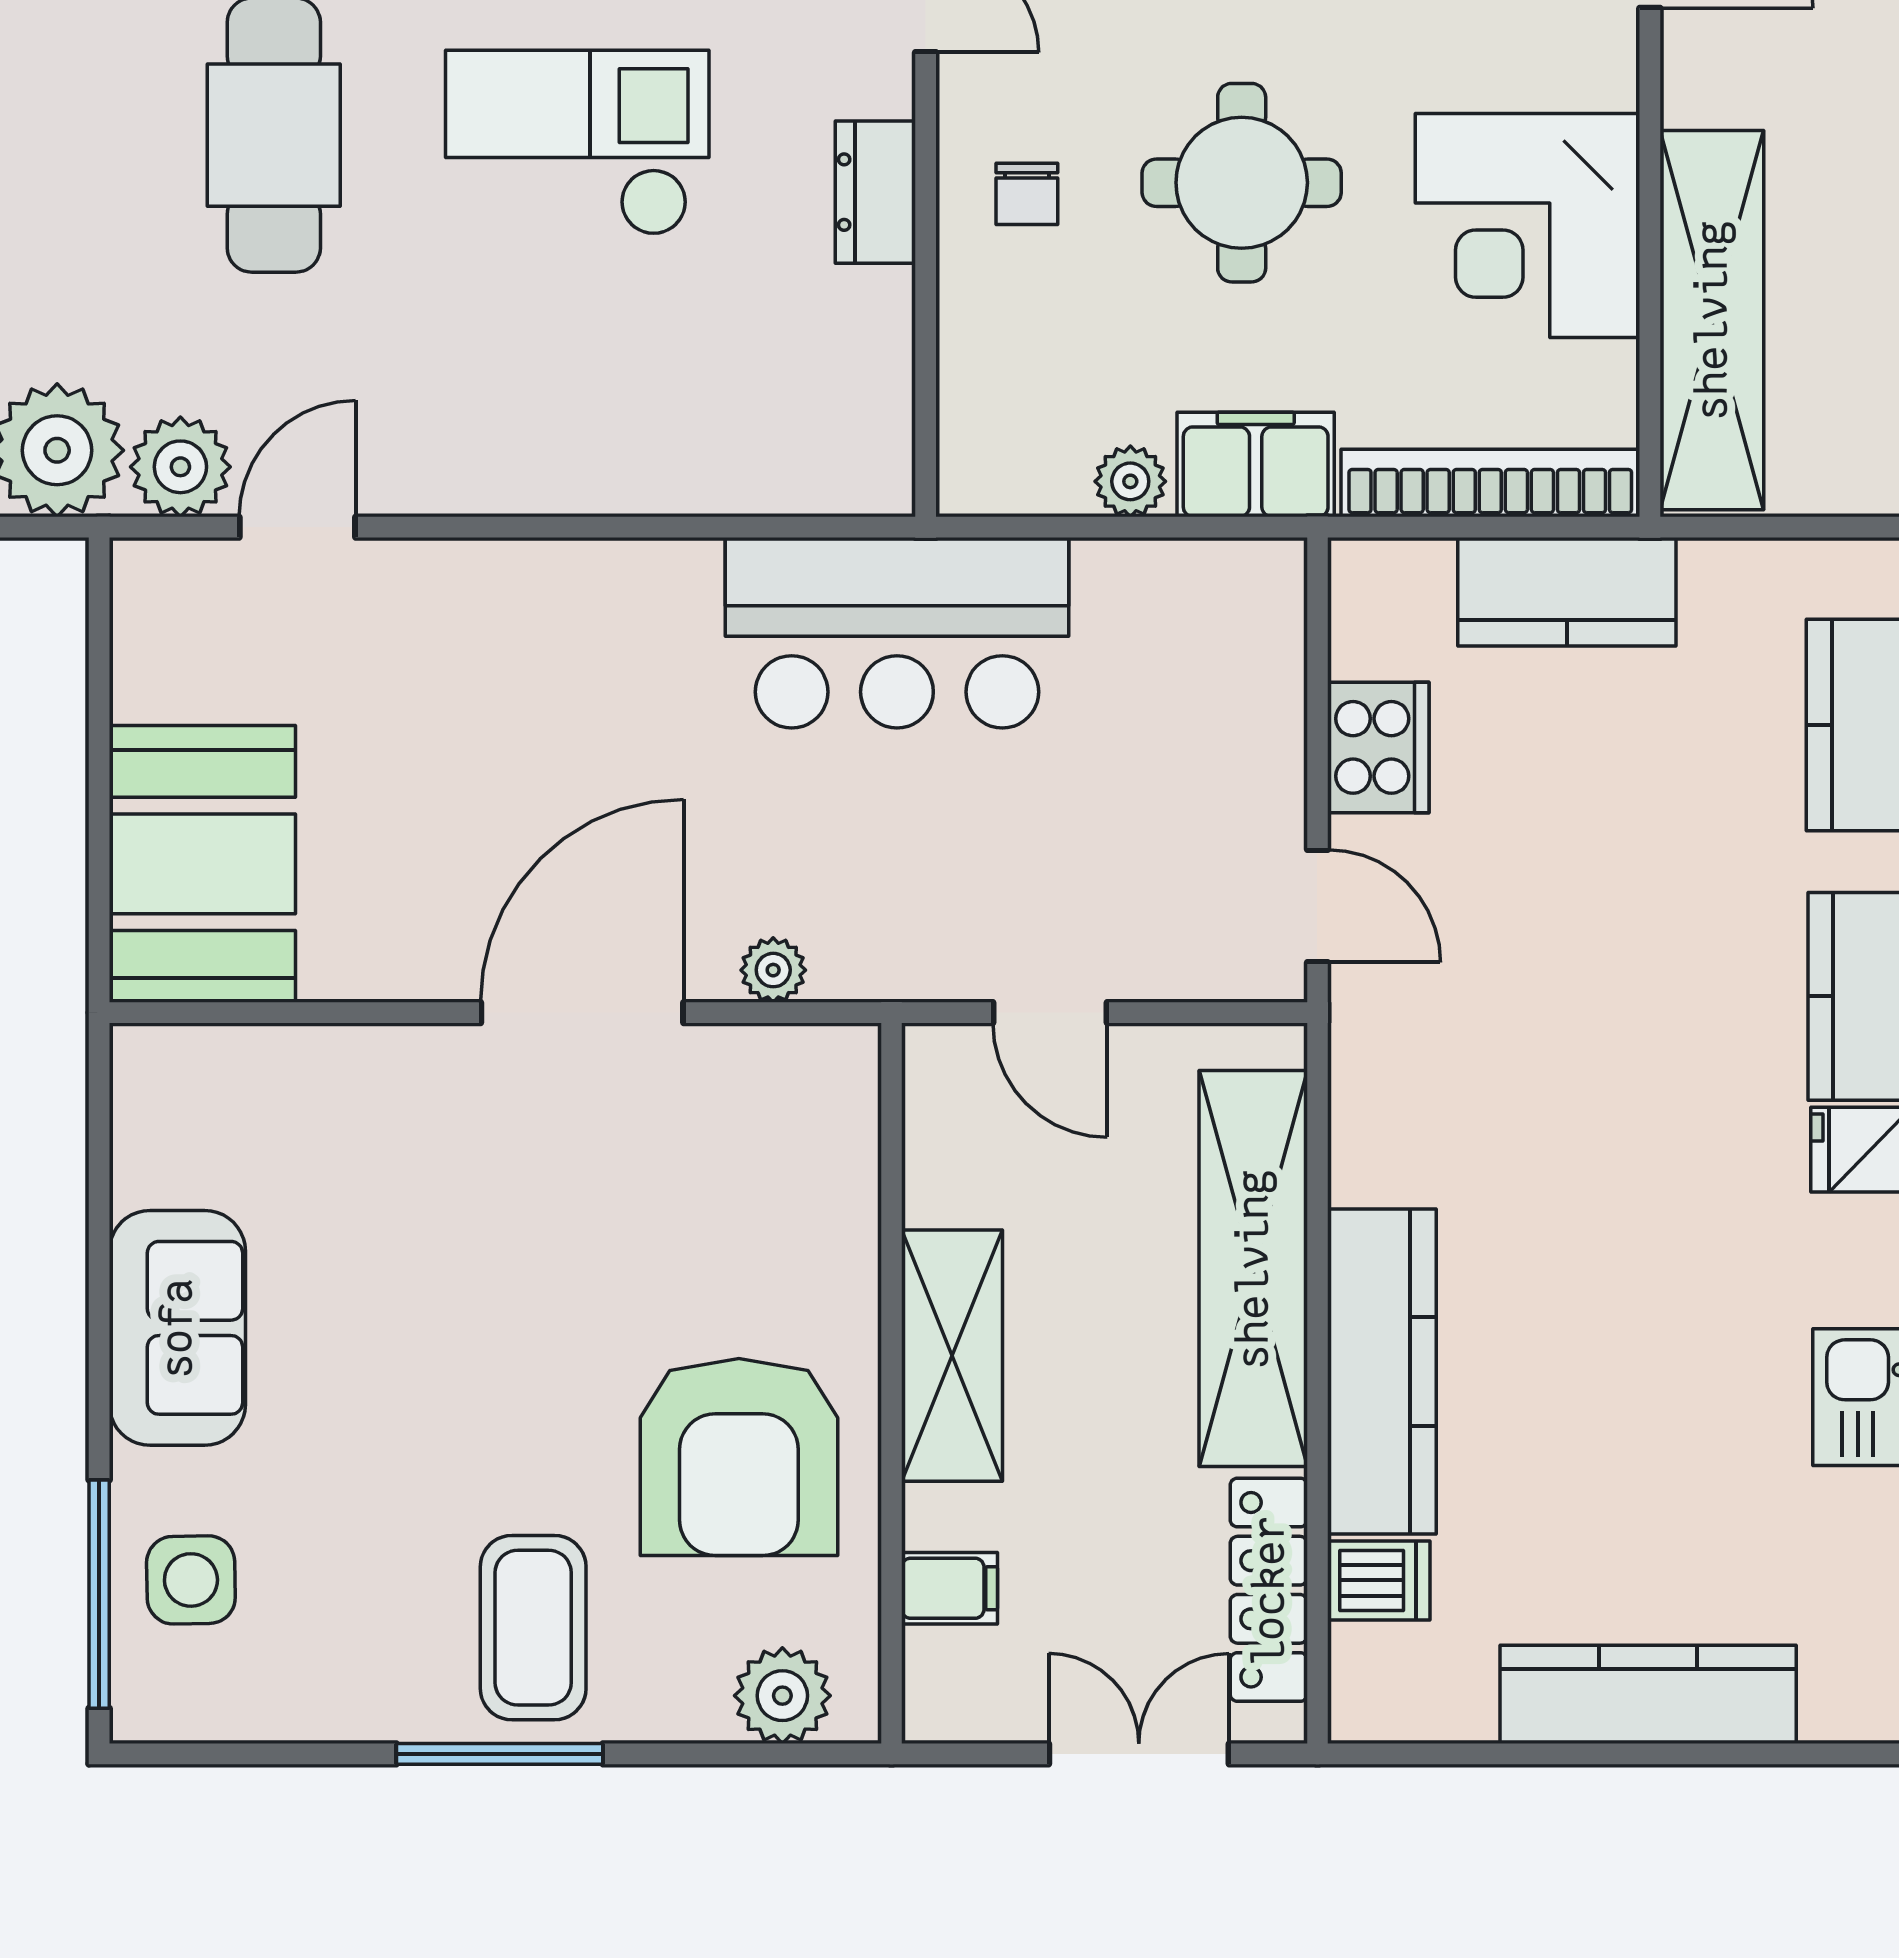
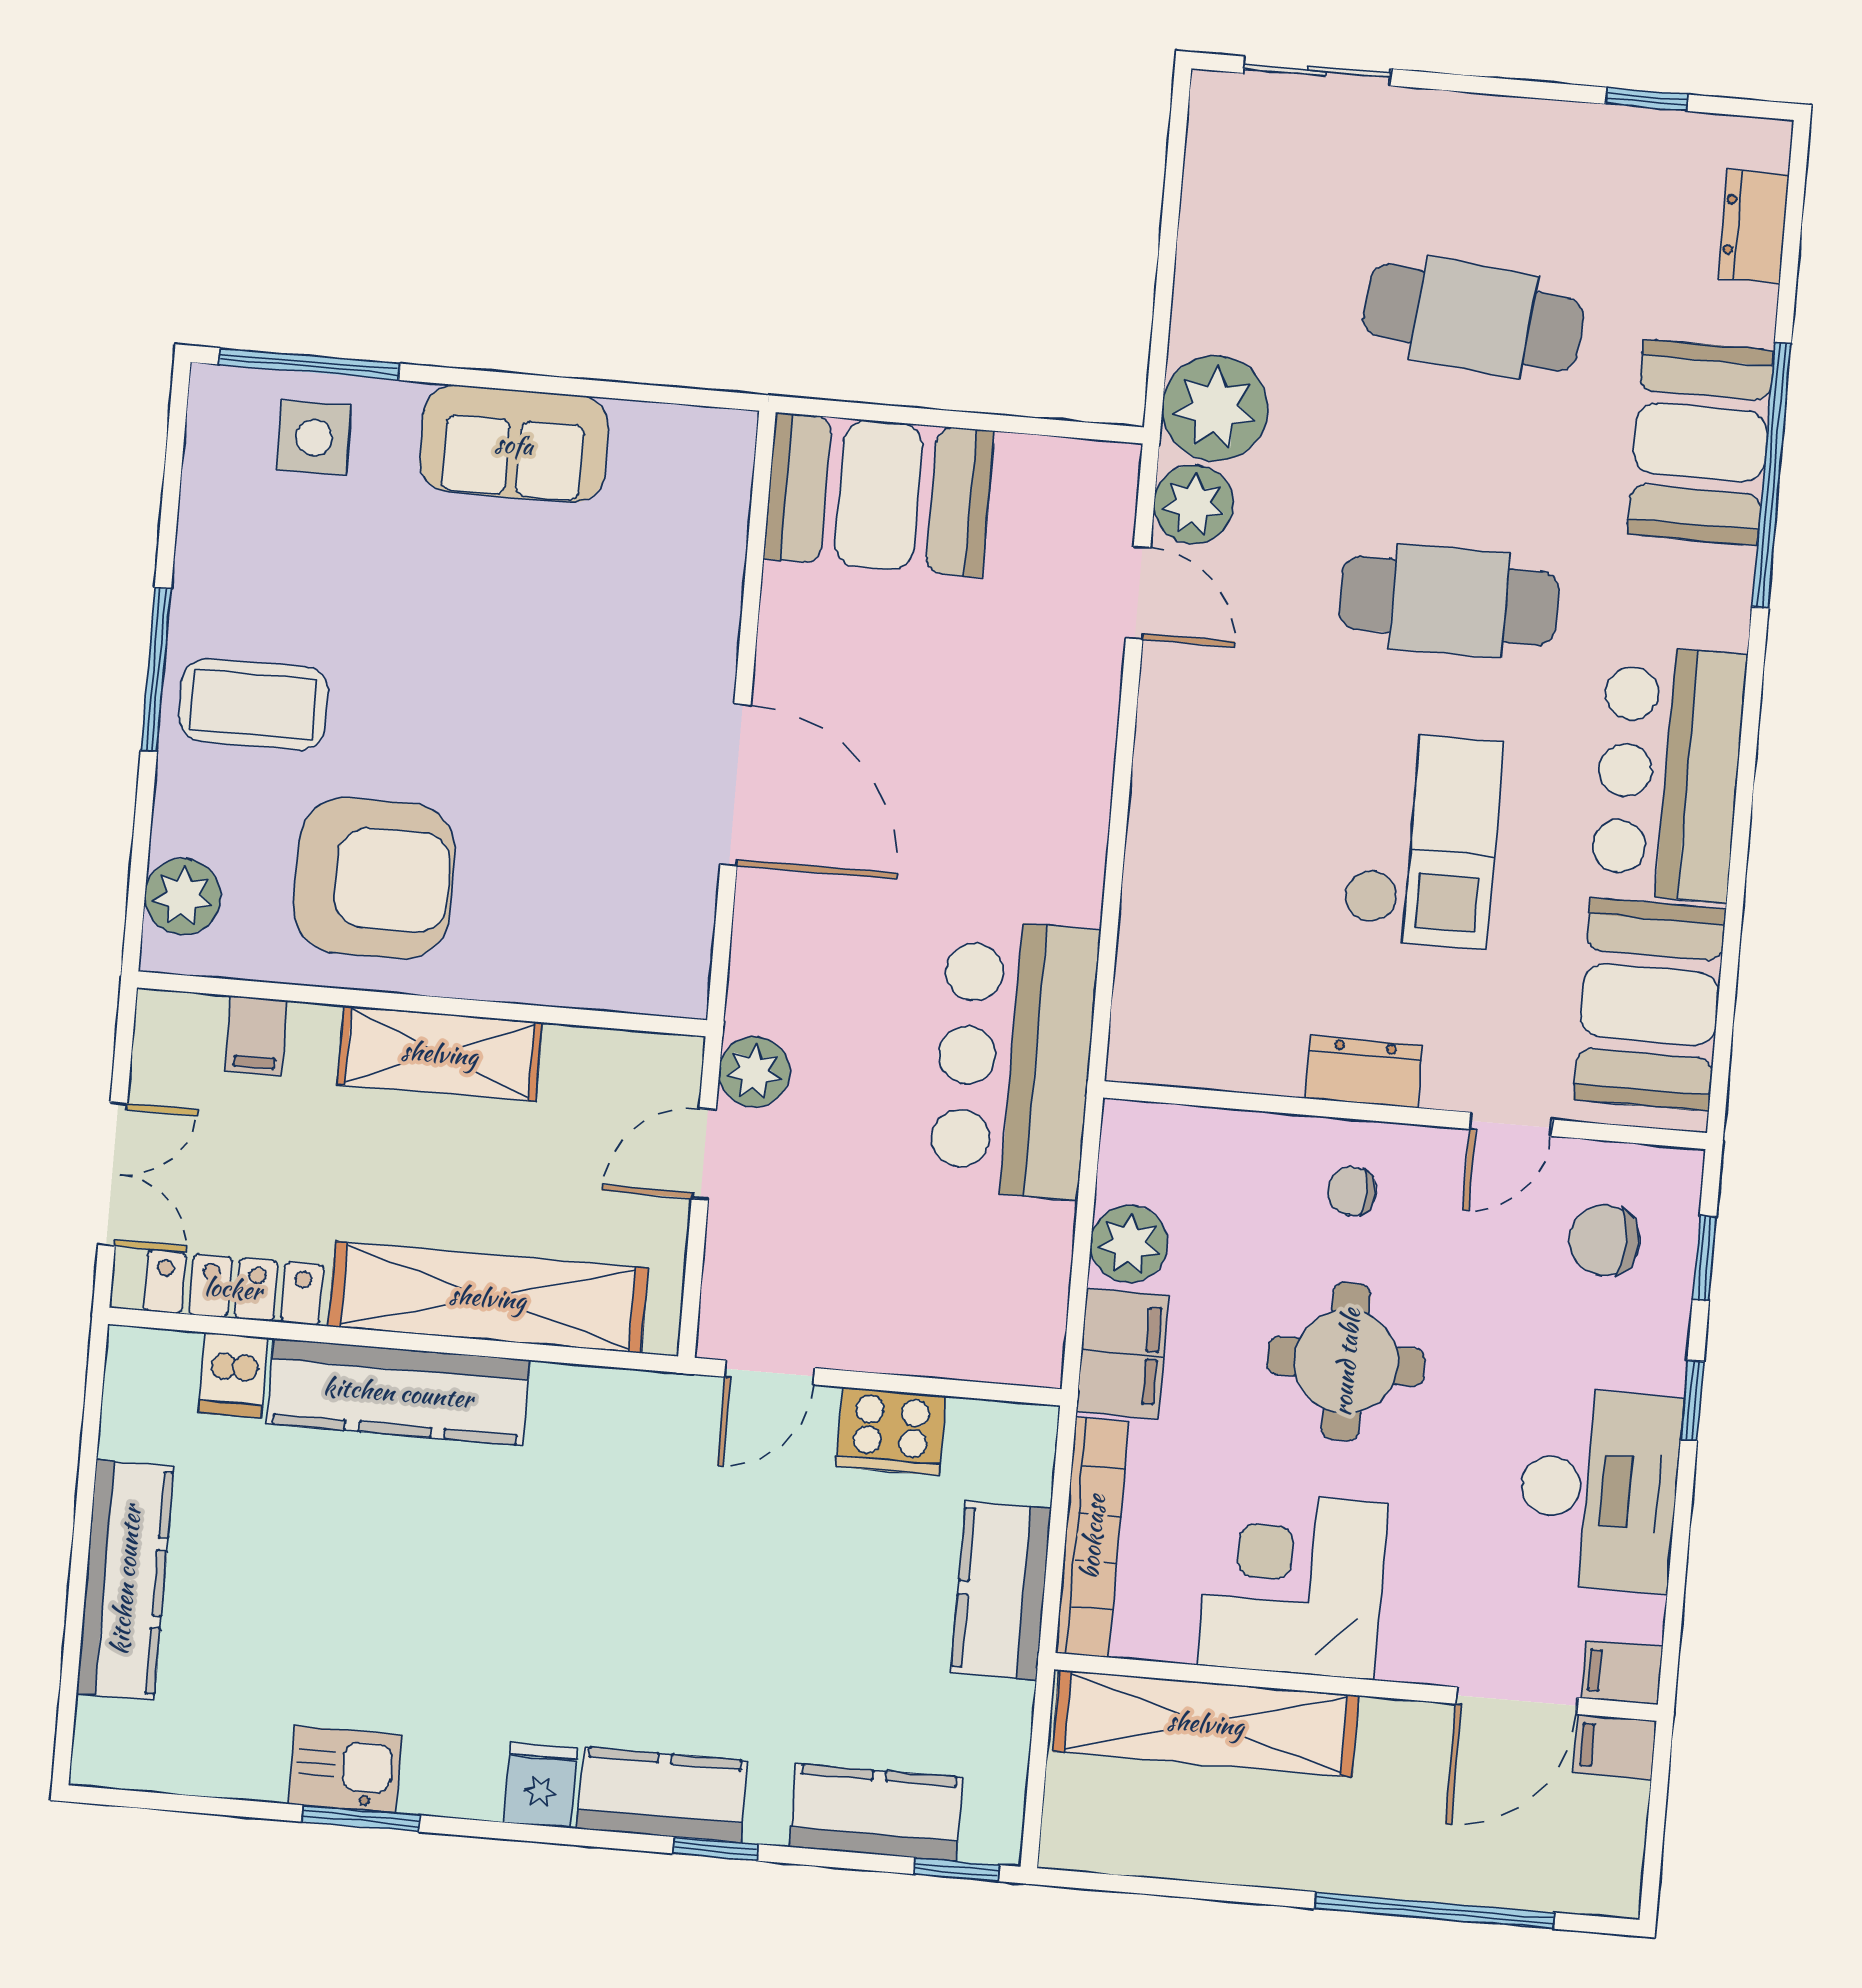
plant: (1130, 481) -> (1129, 1244), width x1.38, depth x1.38
plant: (773, 970) -> (754, 1072), moved, width x1.38, depth x1.38
armchair: (739, 1457) -> (374, 878), turned 180

